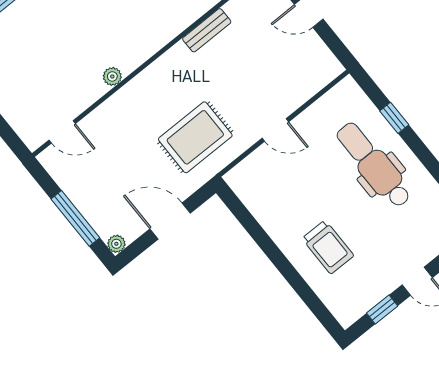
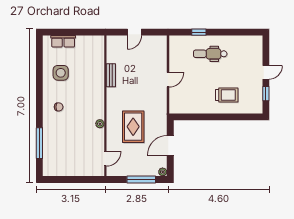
rug: (195, 137) -> (133, 127), moved
dental chair: (374, 165) -> (210, 54), width x0.73, depth x0.72

